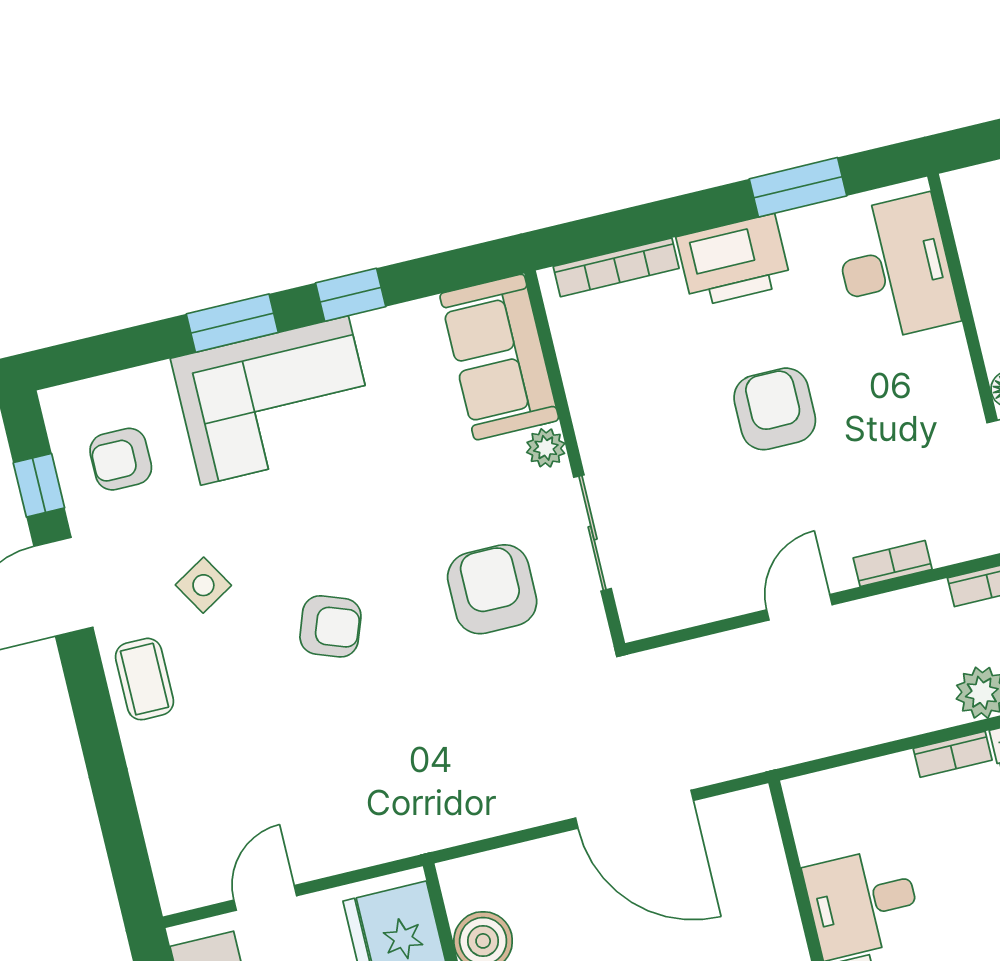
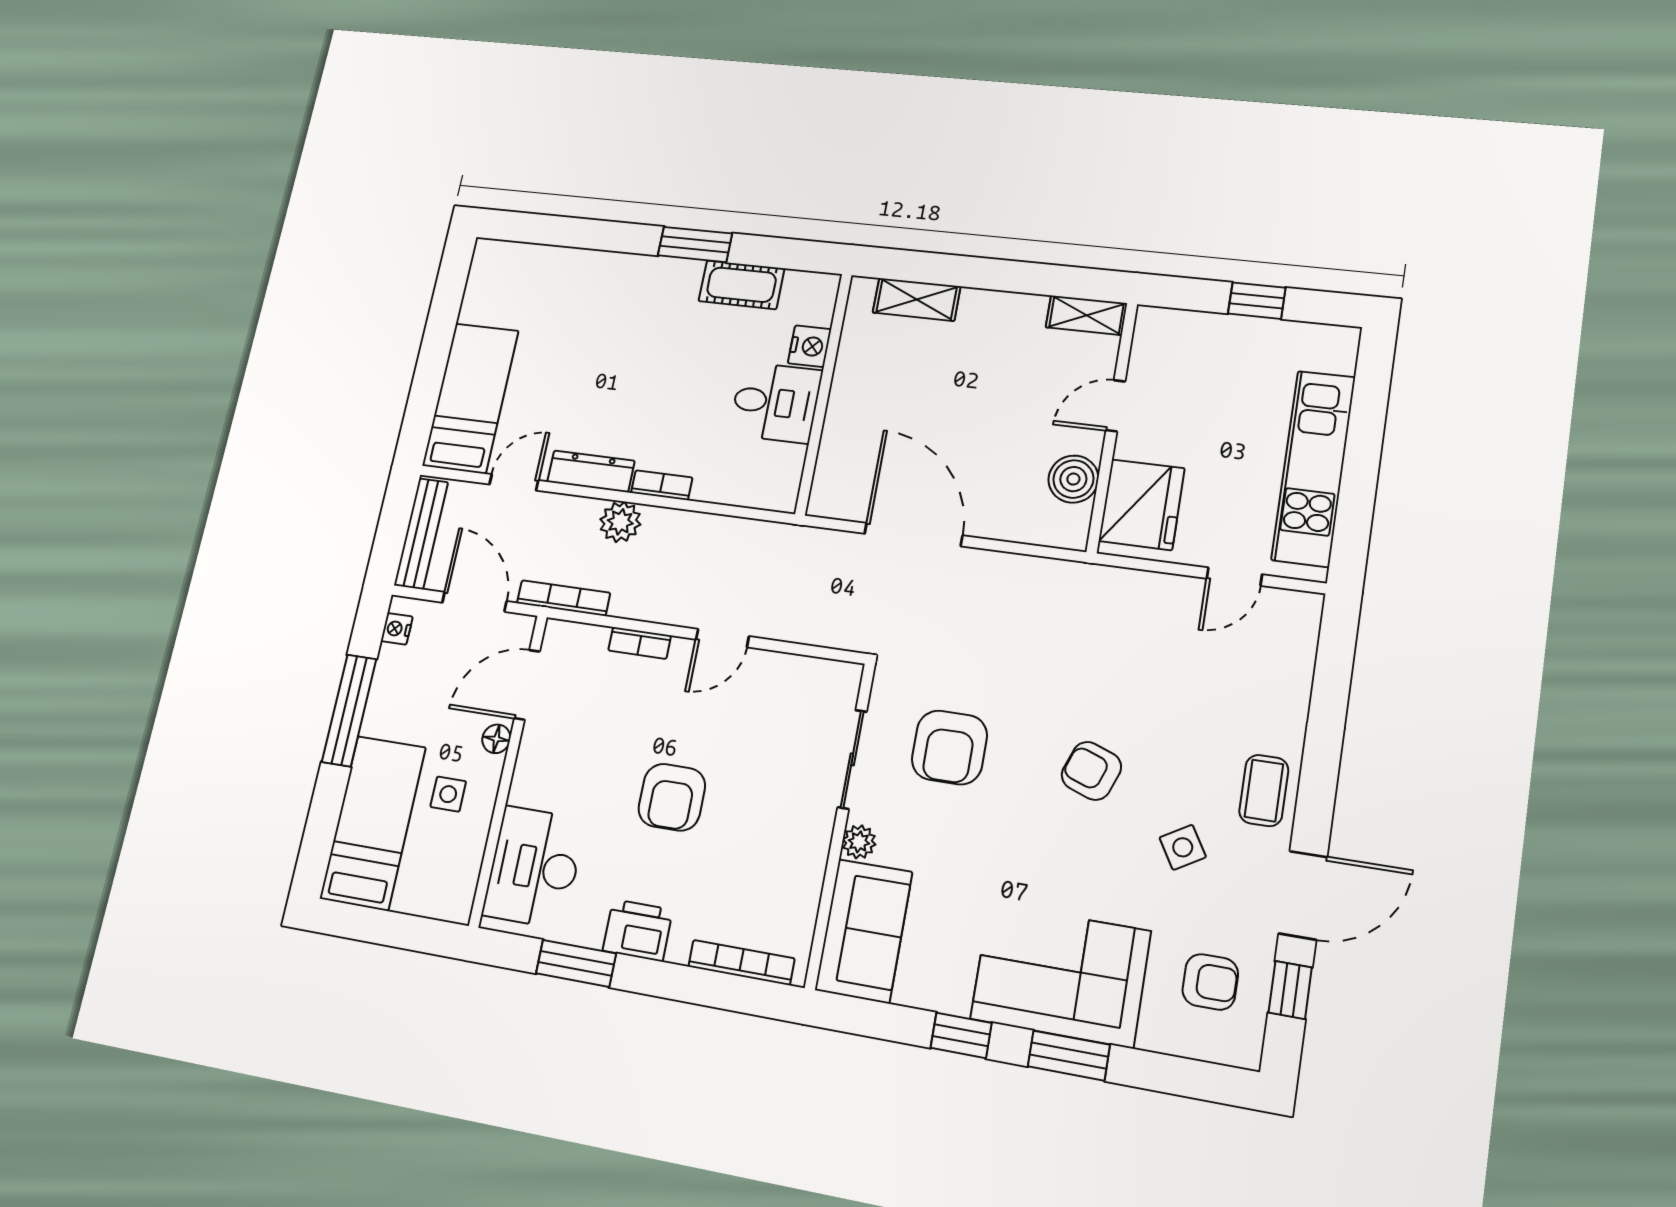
printer: (734, 261) -> (638, 930), width x0.73, depth x0.84

